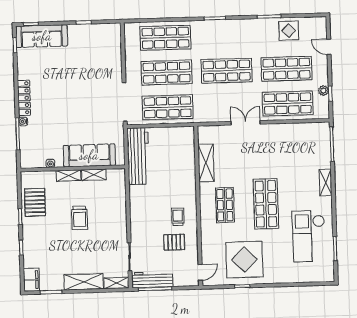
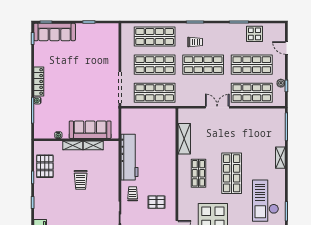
trolley: (216, 43) -> (195, 42), added
workbench: (138, 156) -> (130, 157), moved
trolley: (178, 217) -> (133, 194), moved

